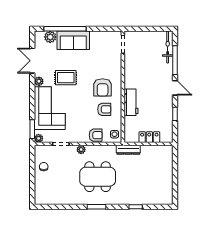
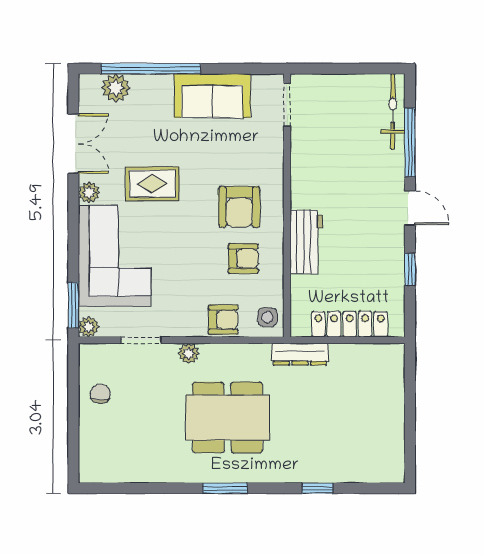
sofa: (73, 40) -> (212, 96), moved
double door: (32, 61) -> (73, 144), swing flipped
locker: (149, 137) -> (350, 324), width x1.53

